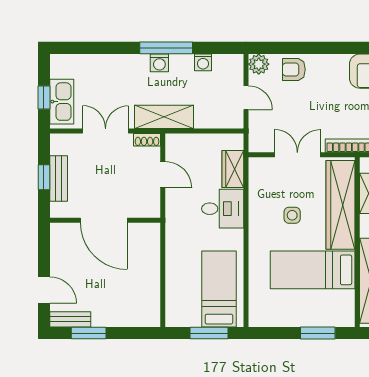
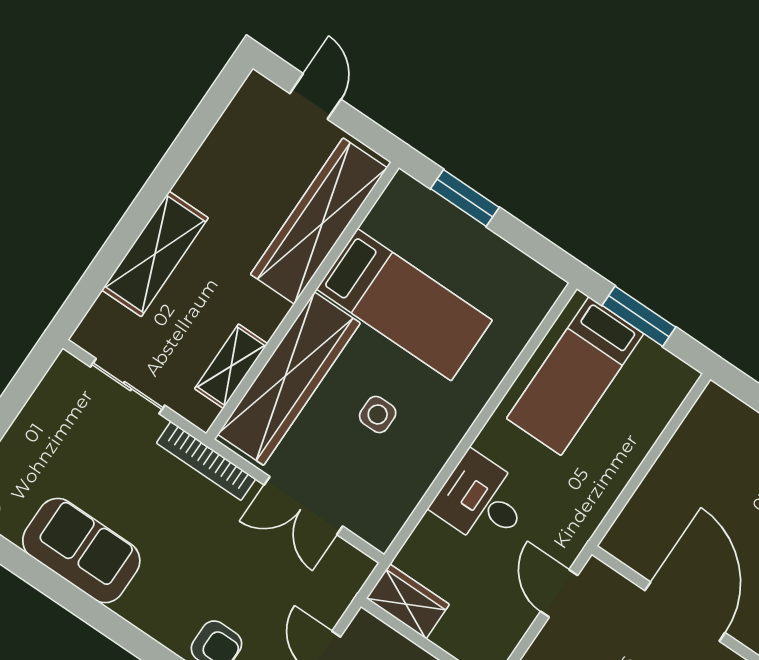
wardrobe: (233, 169) -> (408, 601), moved, turned -90
door: (163, 175) -> (559, 593), moved

